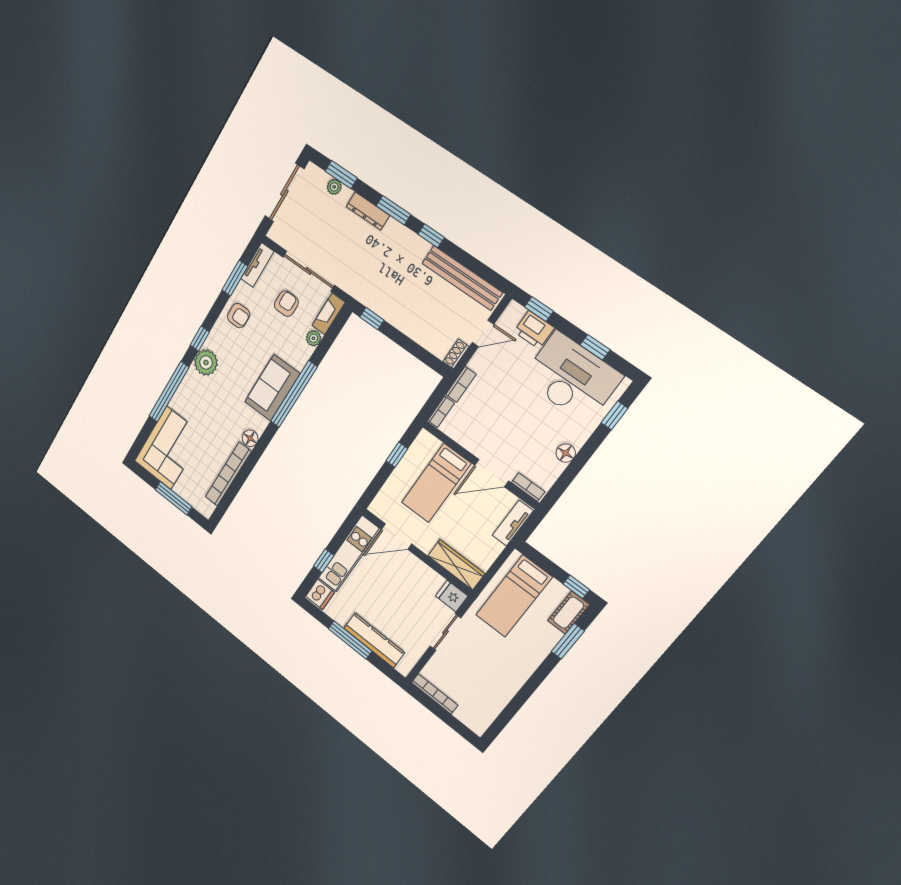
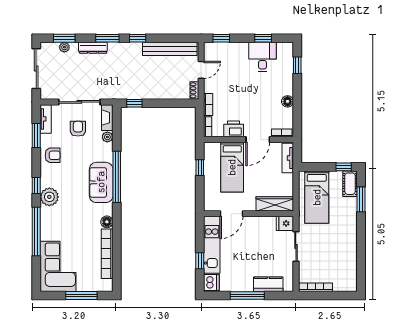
printer: (534, 330) -> (234, 129), moved, turned 180
desk: (572, 378) -> (262, 57), width x0.53, depth x0.77
kitchen counter: (374, 640) -> (268, 284), width x0.67

